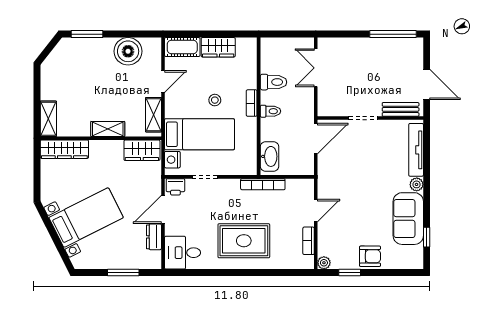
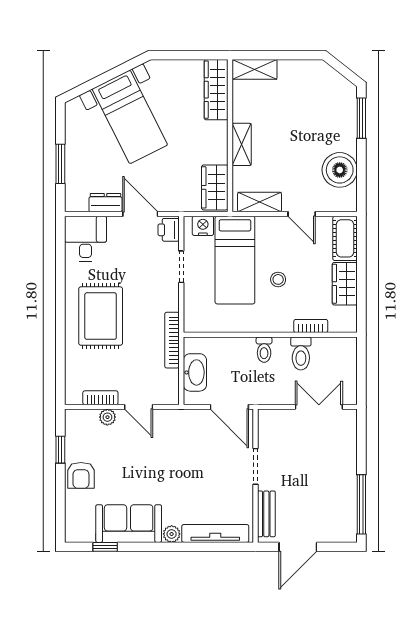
bookcase: (252, 103) -> (311, 326), moved
washbasin: (269, 156) -> (195, 372), moved, turned -90
plant: (324, 263) -> (107, 417), moved

